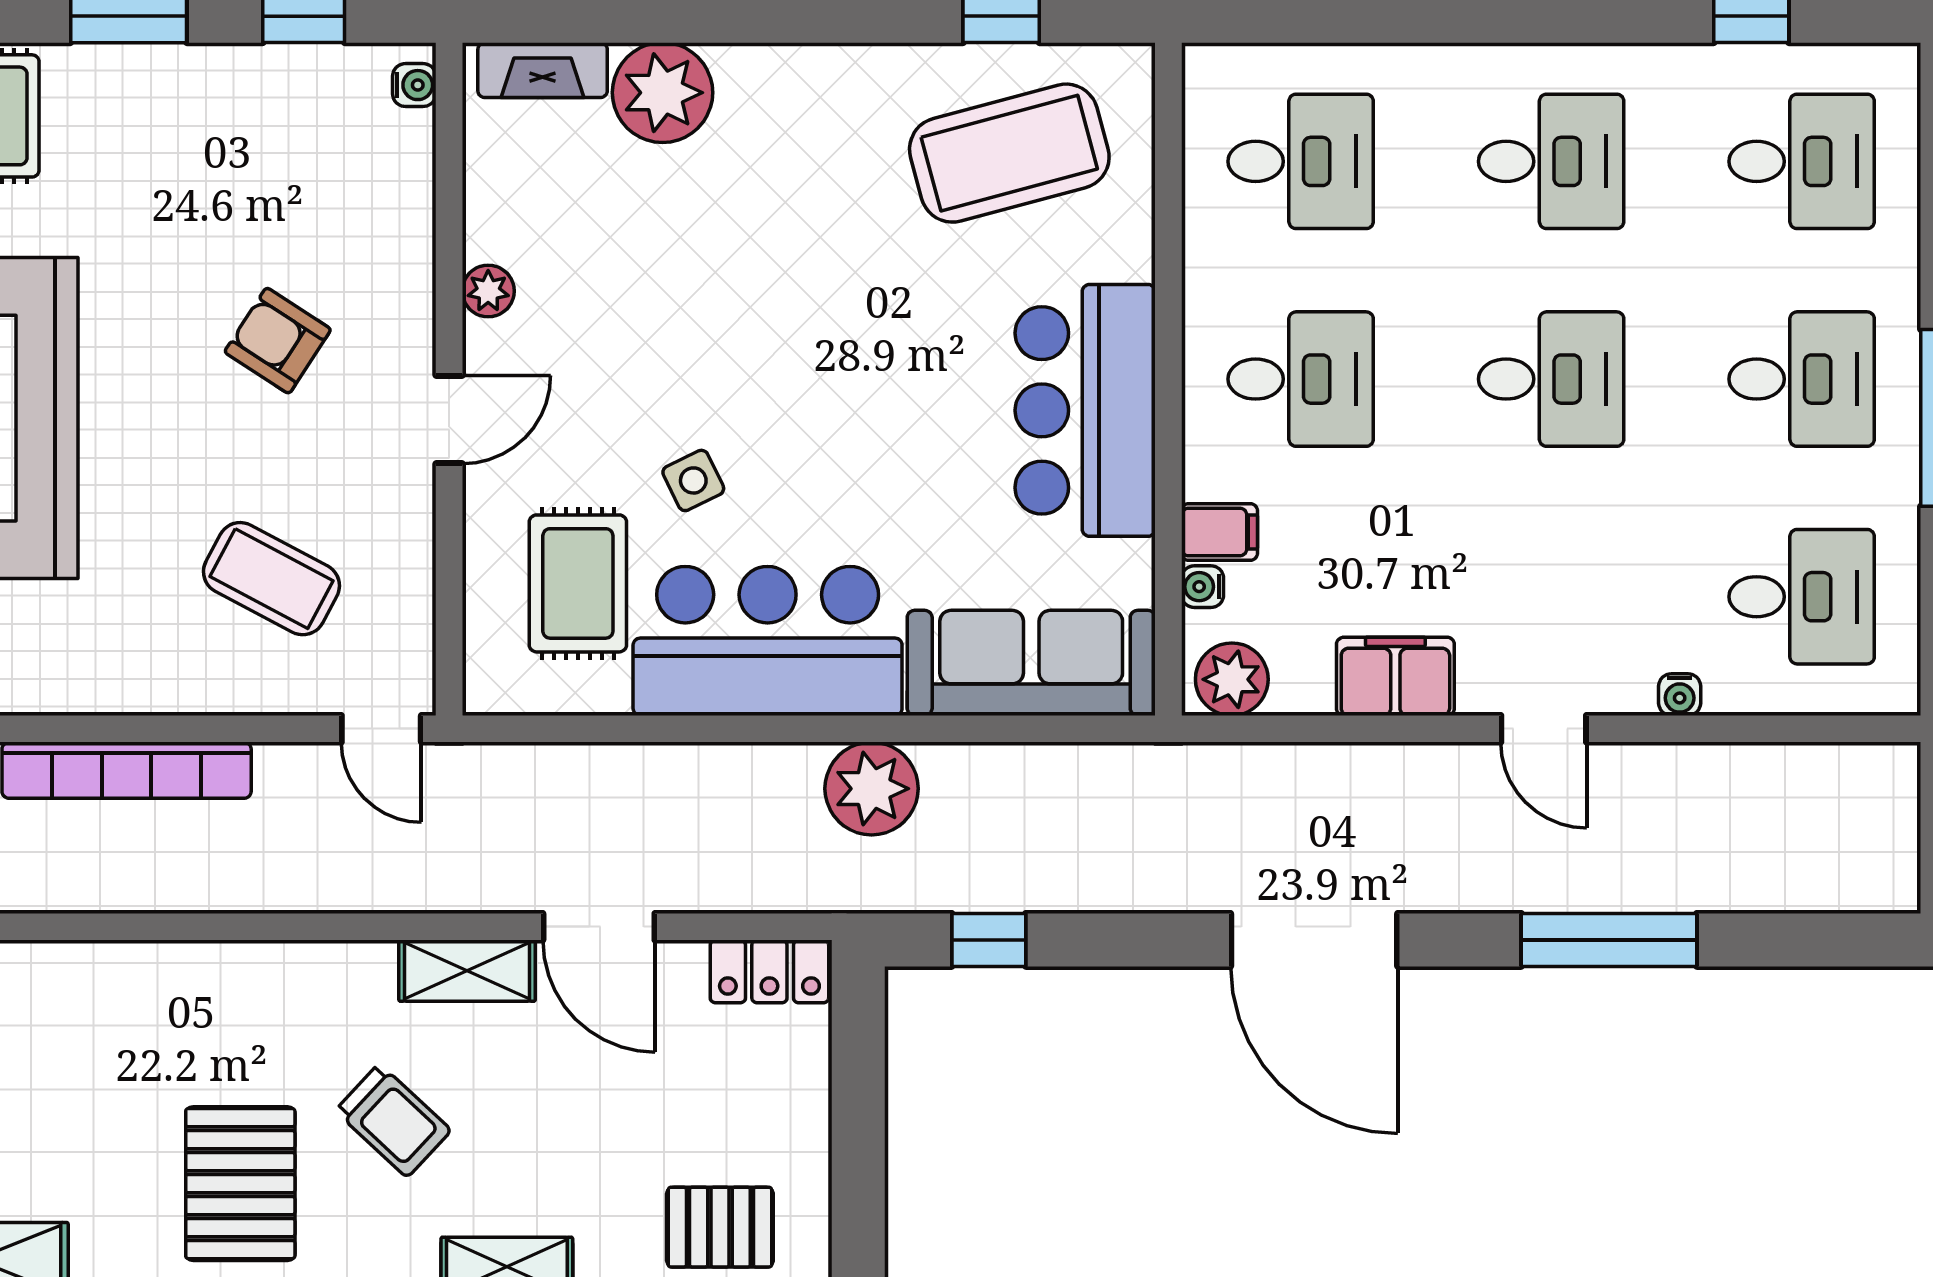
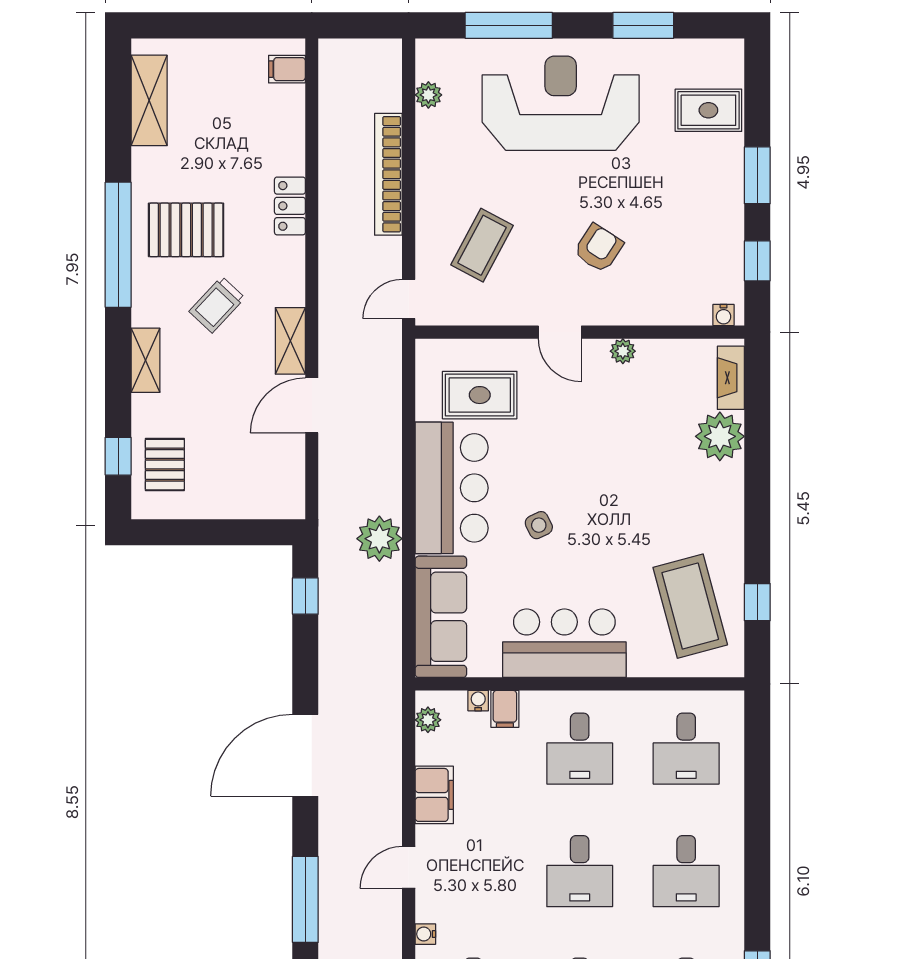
side table: (693, 480) -> (539, 525), moved
plant: (1232, 679) -> (428, 720), width x0.73, depth x0.73
locker: (769, 971) -> (290, 206), moved

